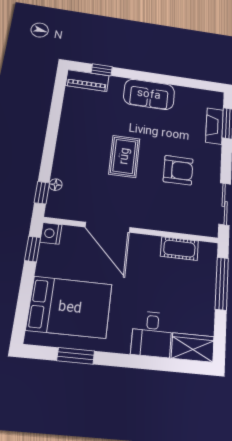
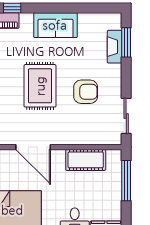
rug: (124, 156) -> (40, 86), width x1.36, depth x1.43
cot: (179, 249) -> (86, 160), width x1.37, depth x1.34

